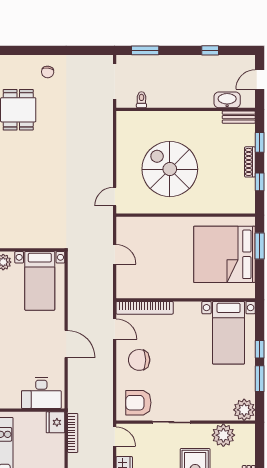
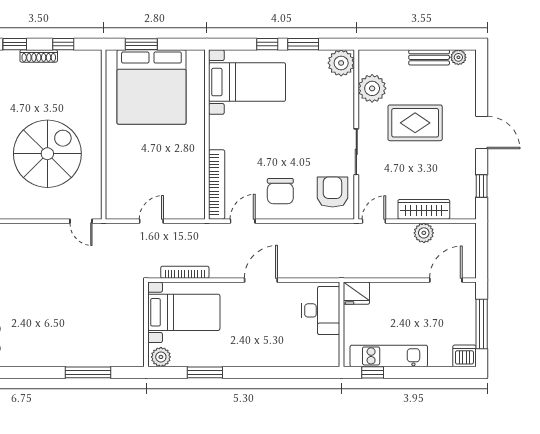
spiral stairs: (170, 169) -> (47, 154), turned 180
armchair: (138, 403) -> (332, 192), turned 180
bookcase: (73, 433) -> (185, 272), moved

